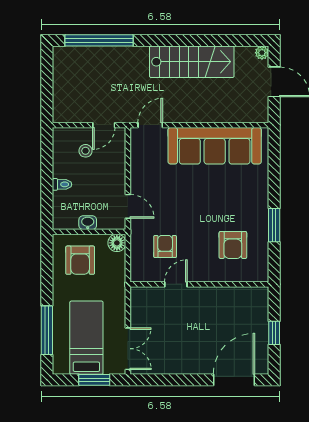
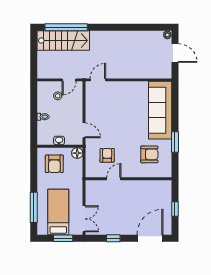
stairs: (192, 62) -> (63, 41), moved
sofa: (215, 146) -> (160, 110), moved, turned 90
armchair: (233, 245) -> (149, 154), turned -90
window: (175, 380) -> (113, 238), added

